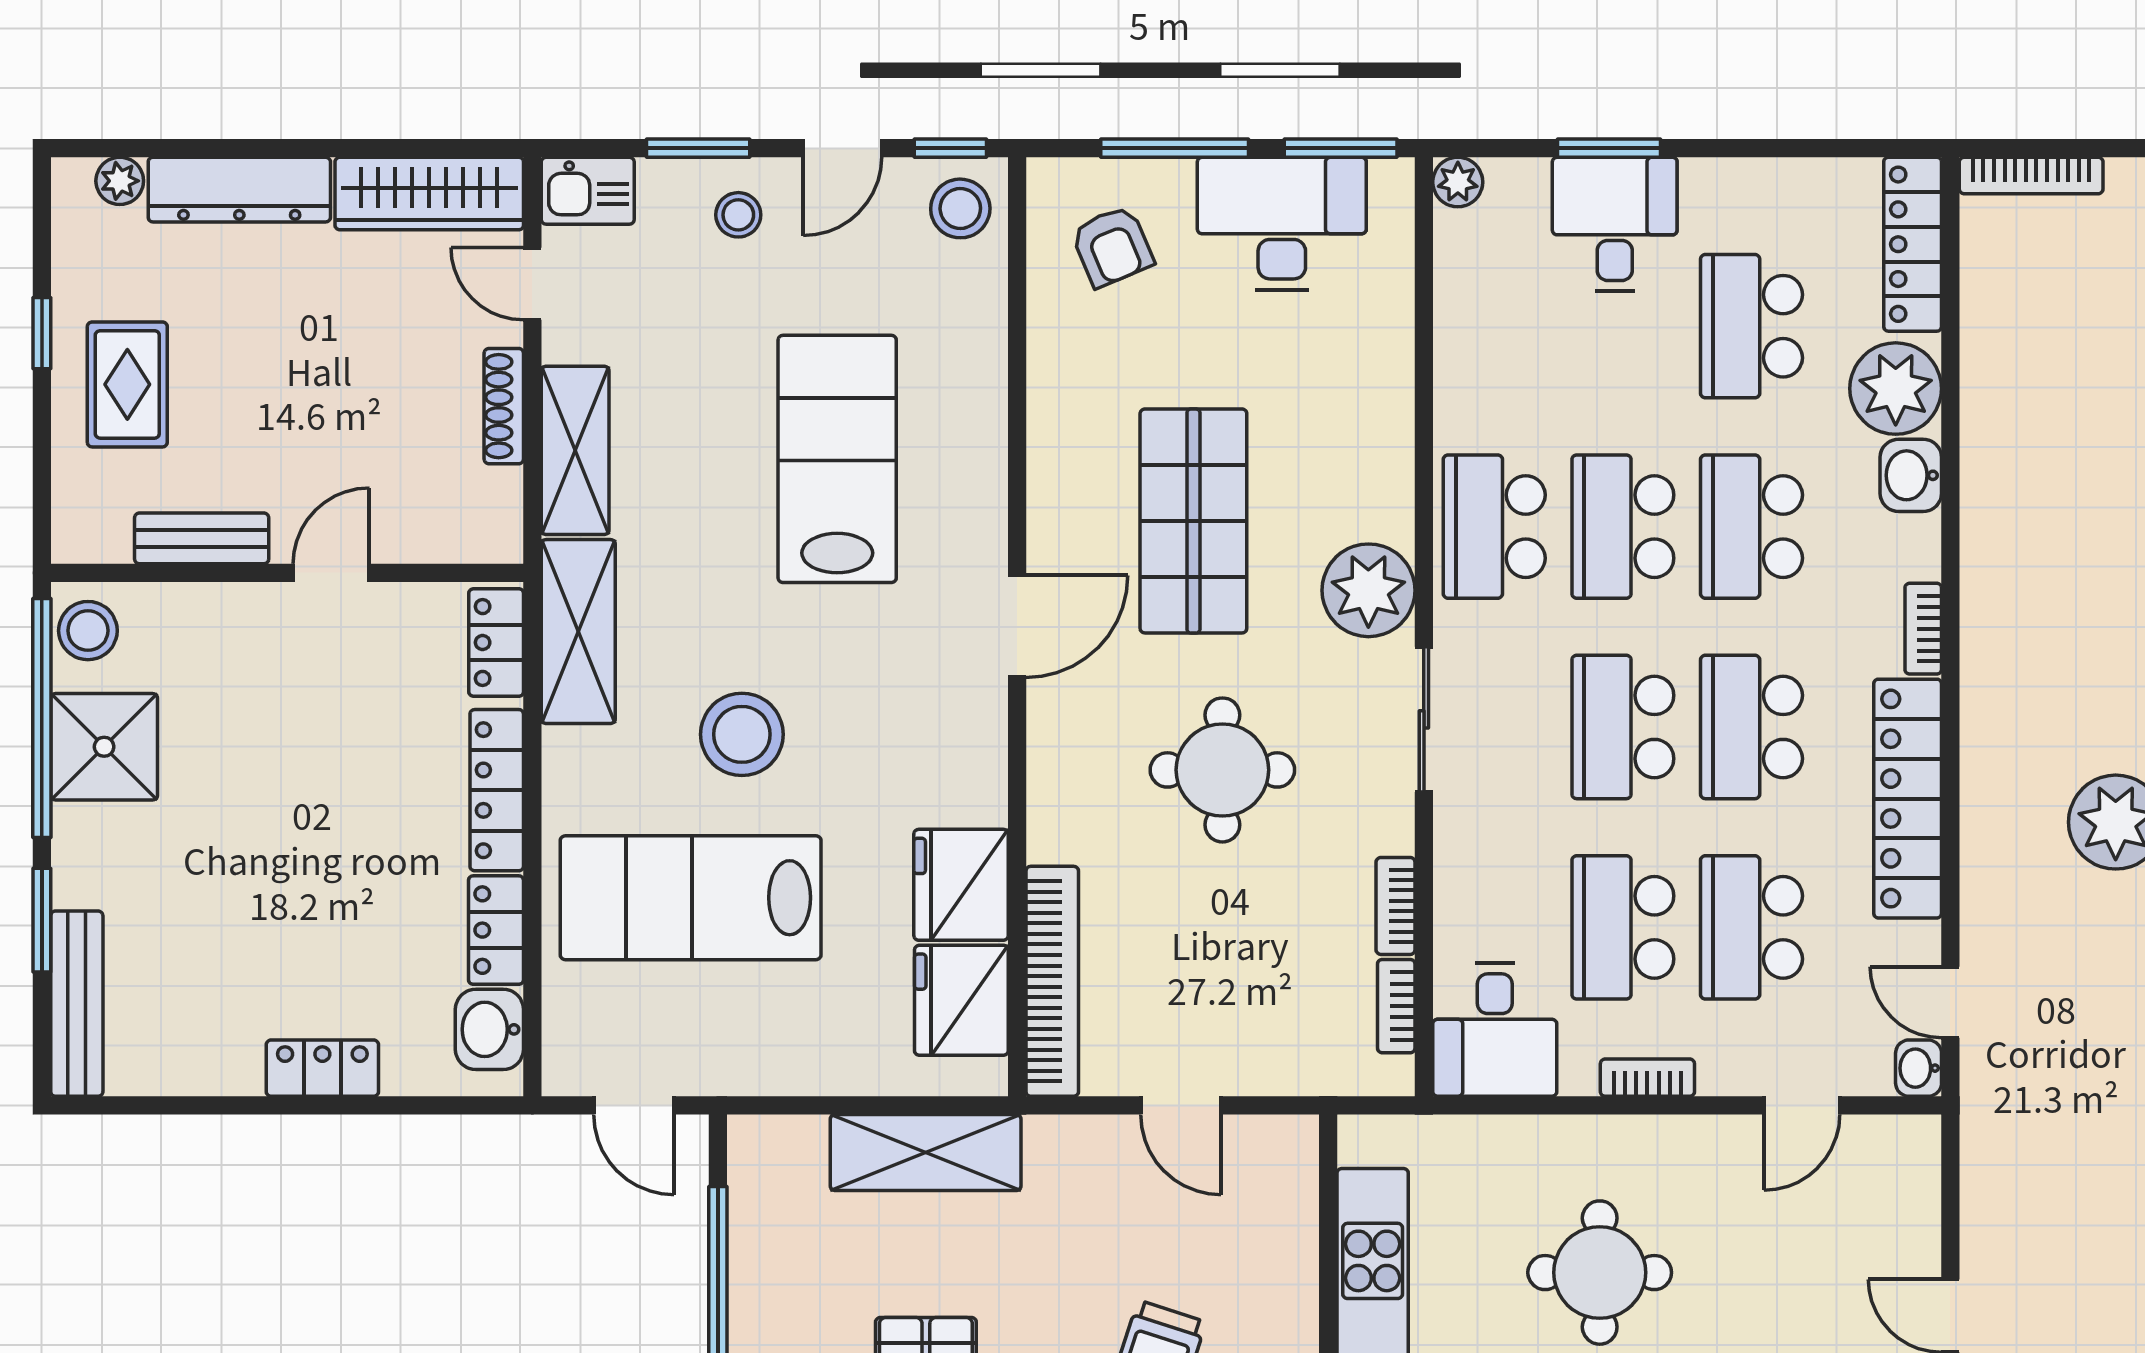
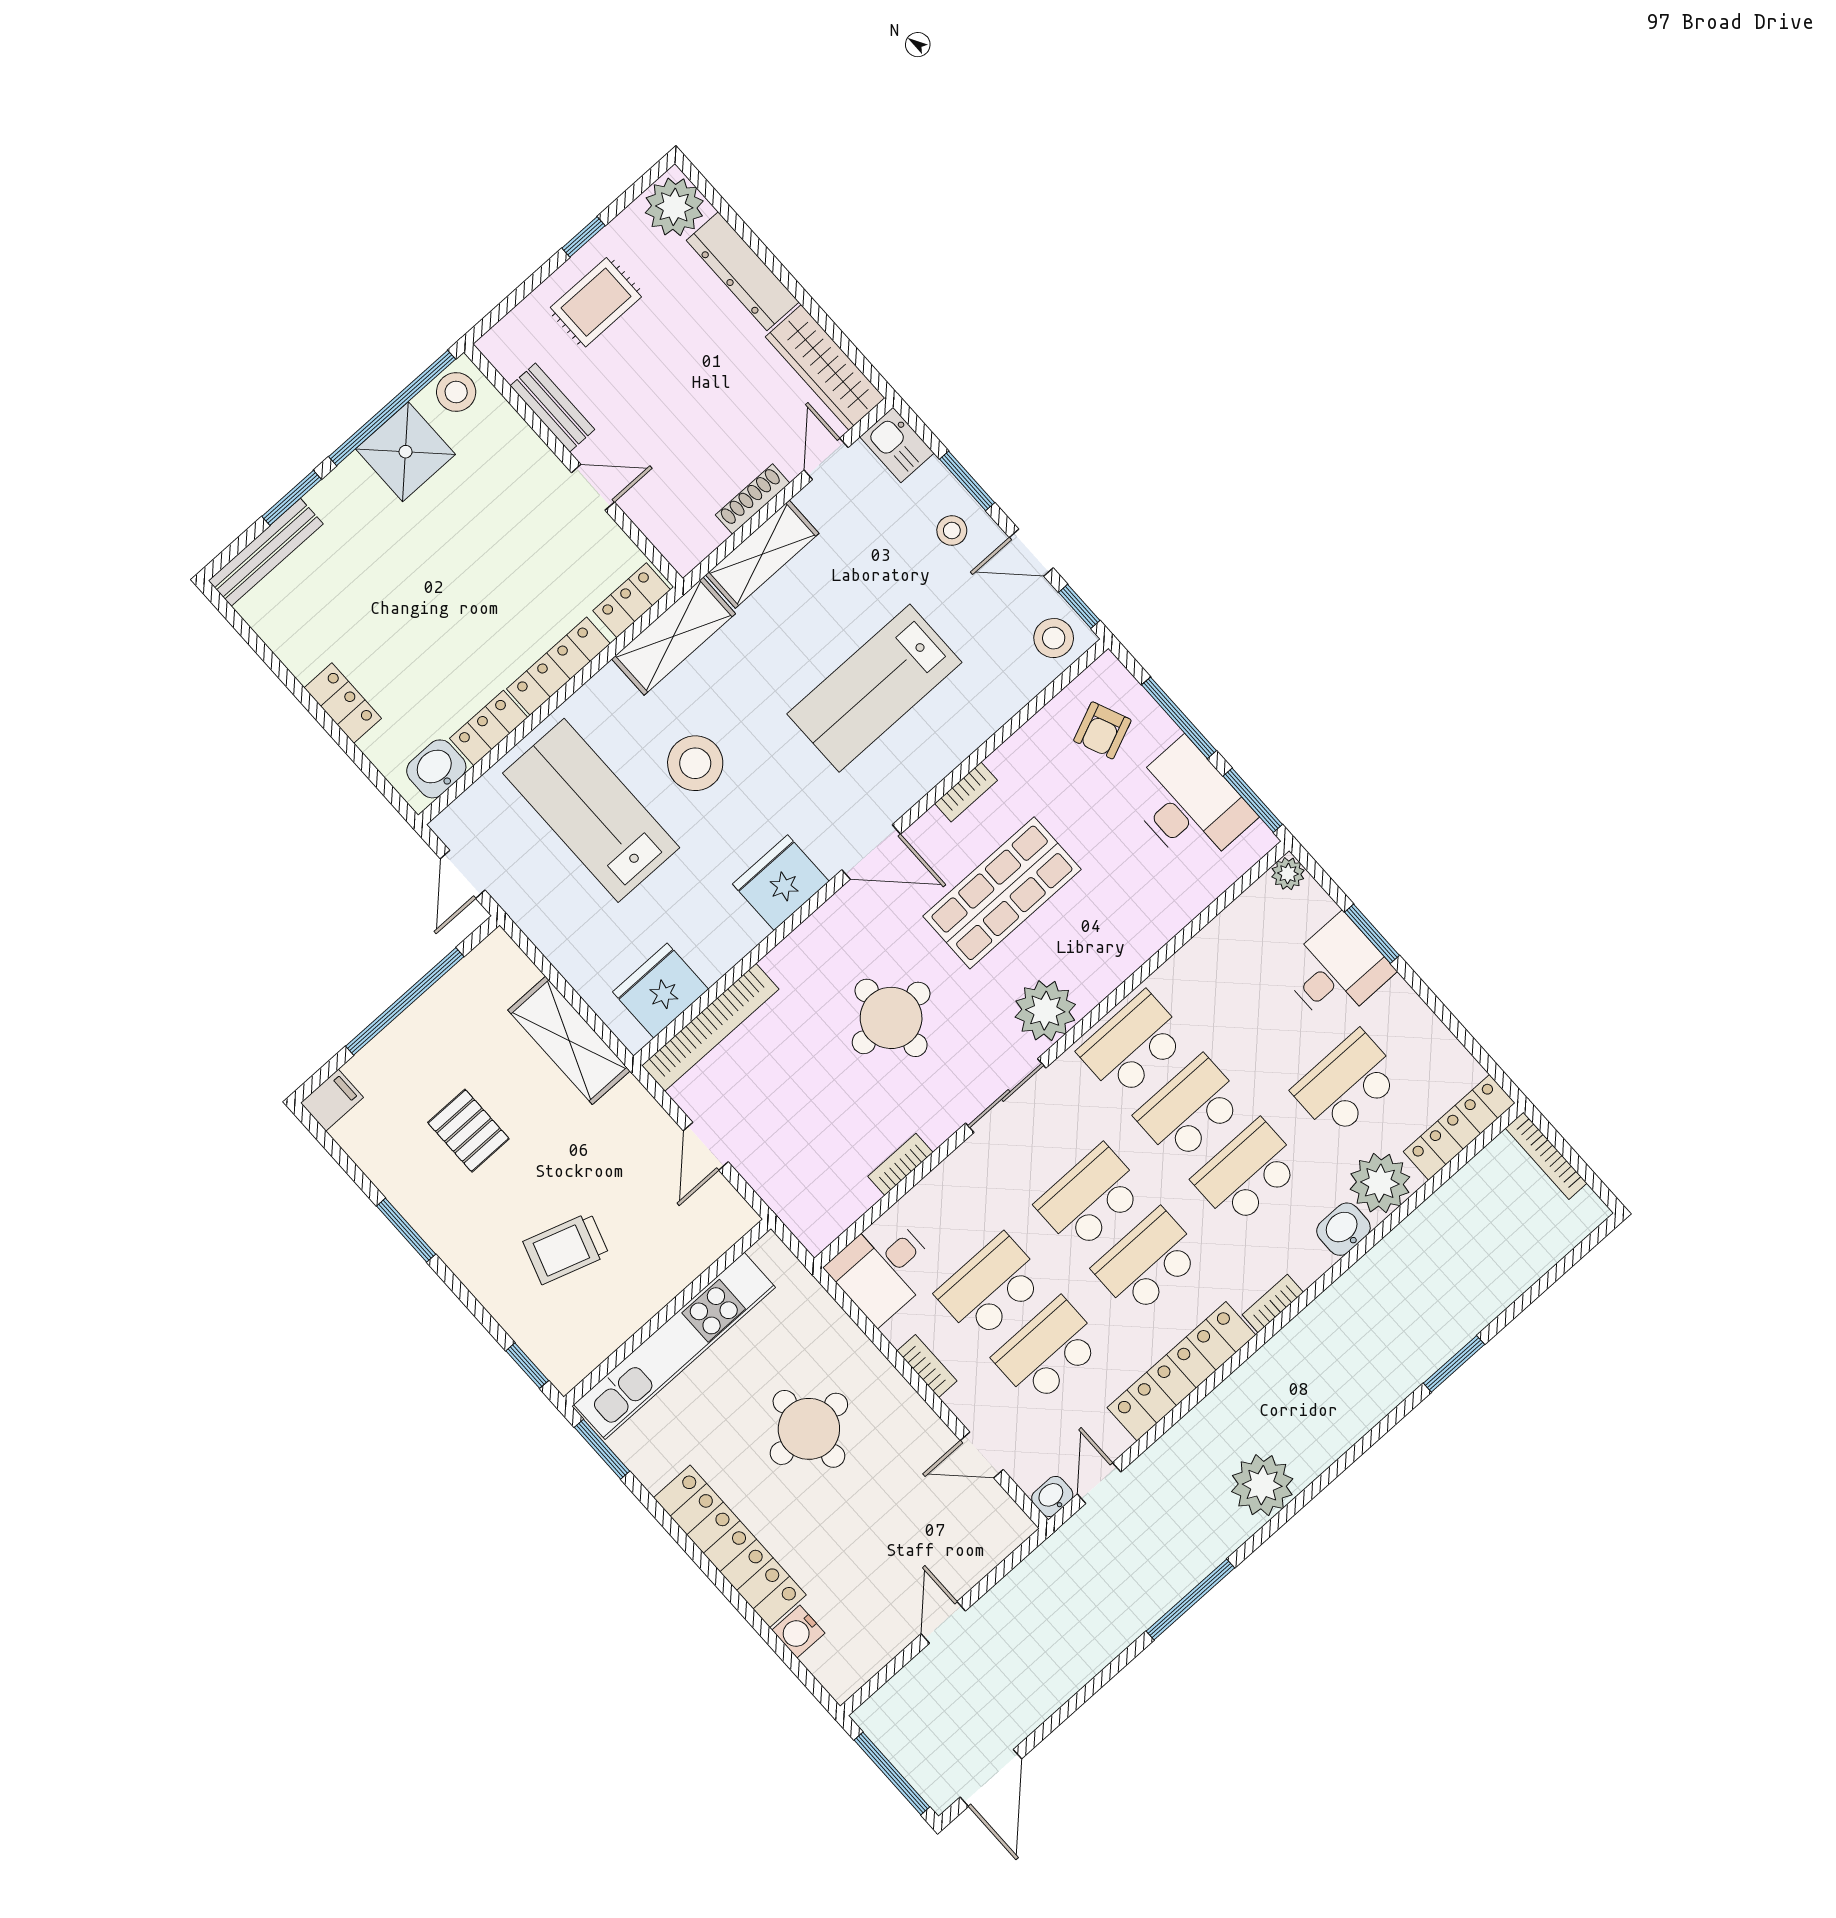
plant: (120, 181) -> (674, 207), width x1.87, depth x1.87
lab bench: (837, 459) -> (874, 688), turned 180
fridge: (961, 885) -> (781, 883), moved
bookcase: (1396, 1006) -> (966, 792), moved, turned 180

